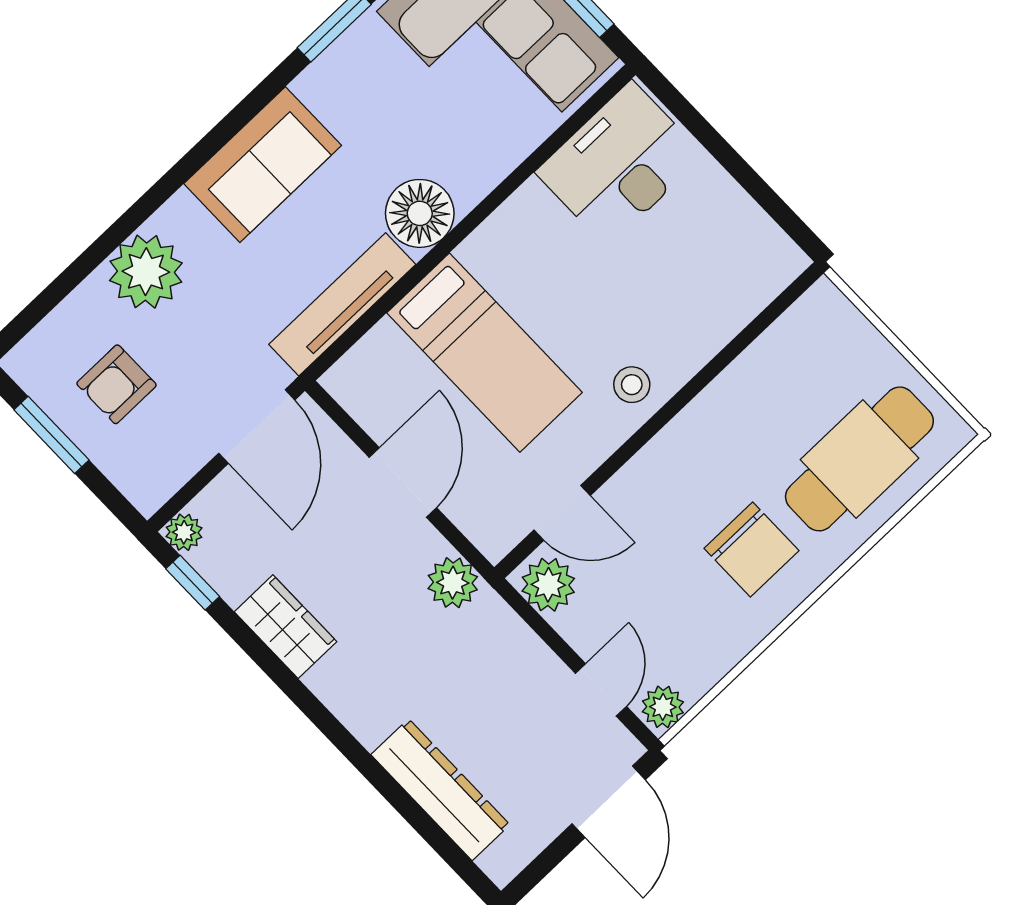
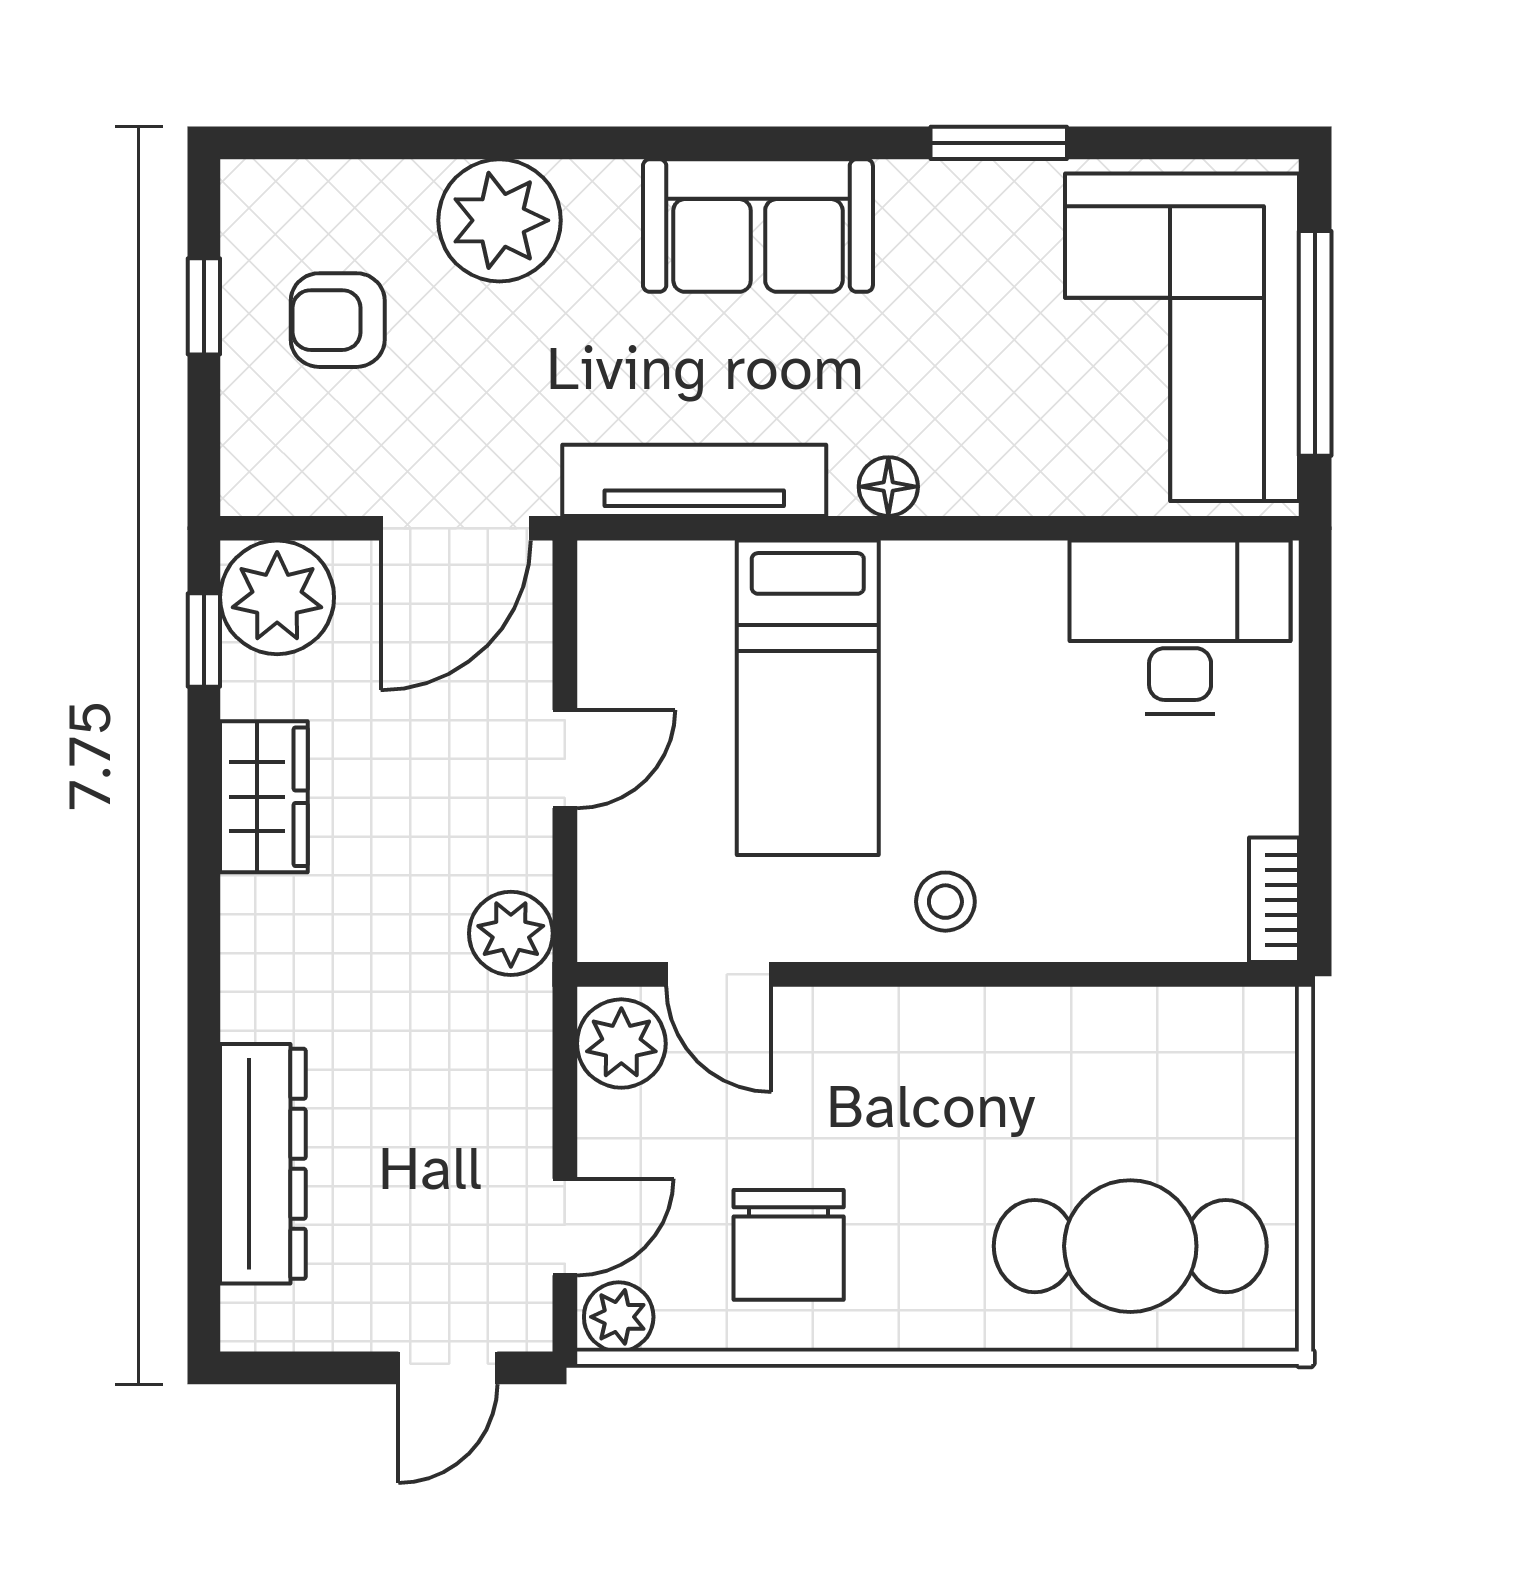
floor lamp: (420, 213) -> (888, 487), width x0.53, depth x0.53
bookcase: (777, 245) -> (1274, 900), added
window: (51, 435) -> (204, 306), width x0.67
door: (403, 483) -> (565, 759), width x0.73
plant: (184, 532) -> (277, 597), width x1.88, depth x1.88
chair: (751, 549) -> (789, 1245), moved
door: (609, 802) -> (448, 1368), width x0.73

